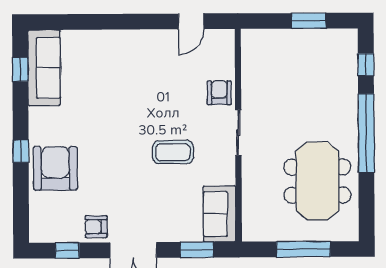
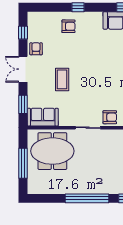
coffee table: (173, 152) -> (62, 79), moved
armchair: (55, 168) -> (68, 26), width x0.53, depth x0.53
meeting table: (317, 181) -> (52, 151), moved

